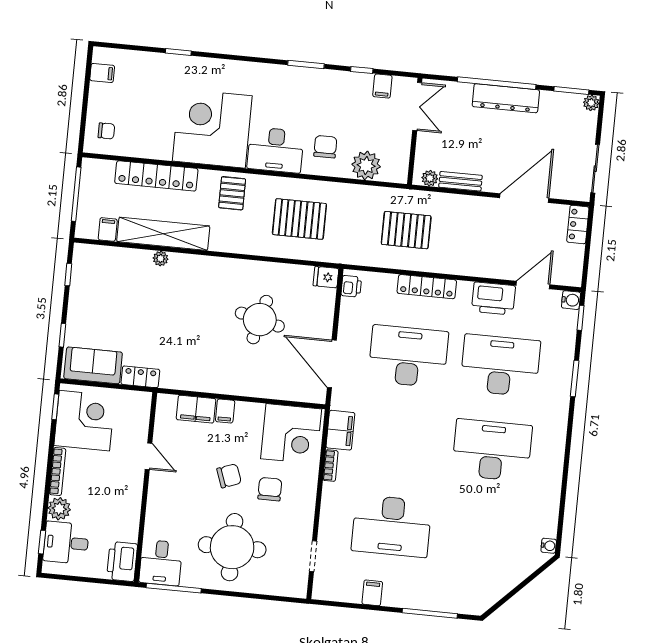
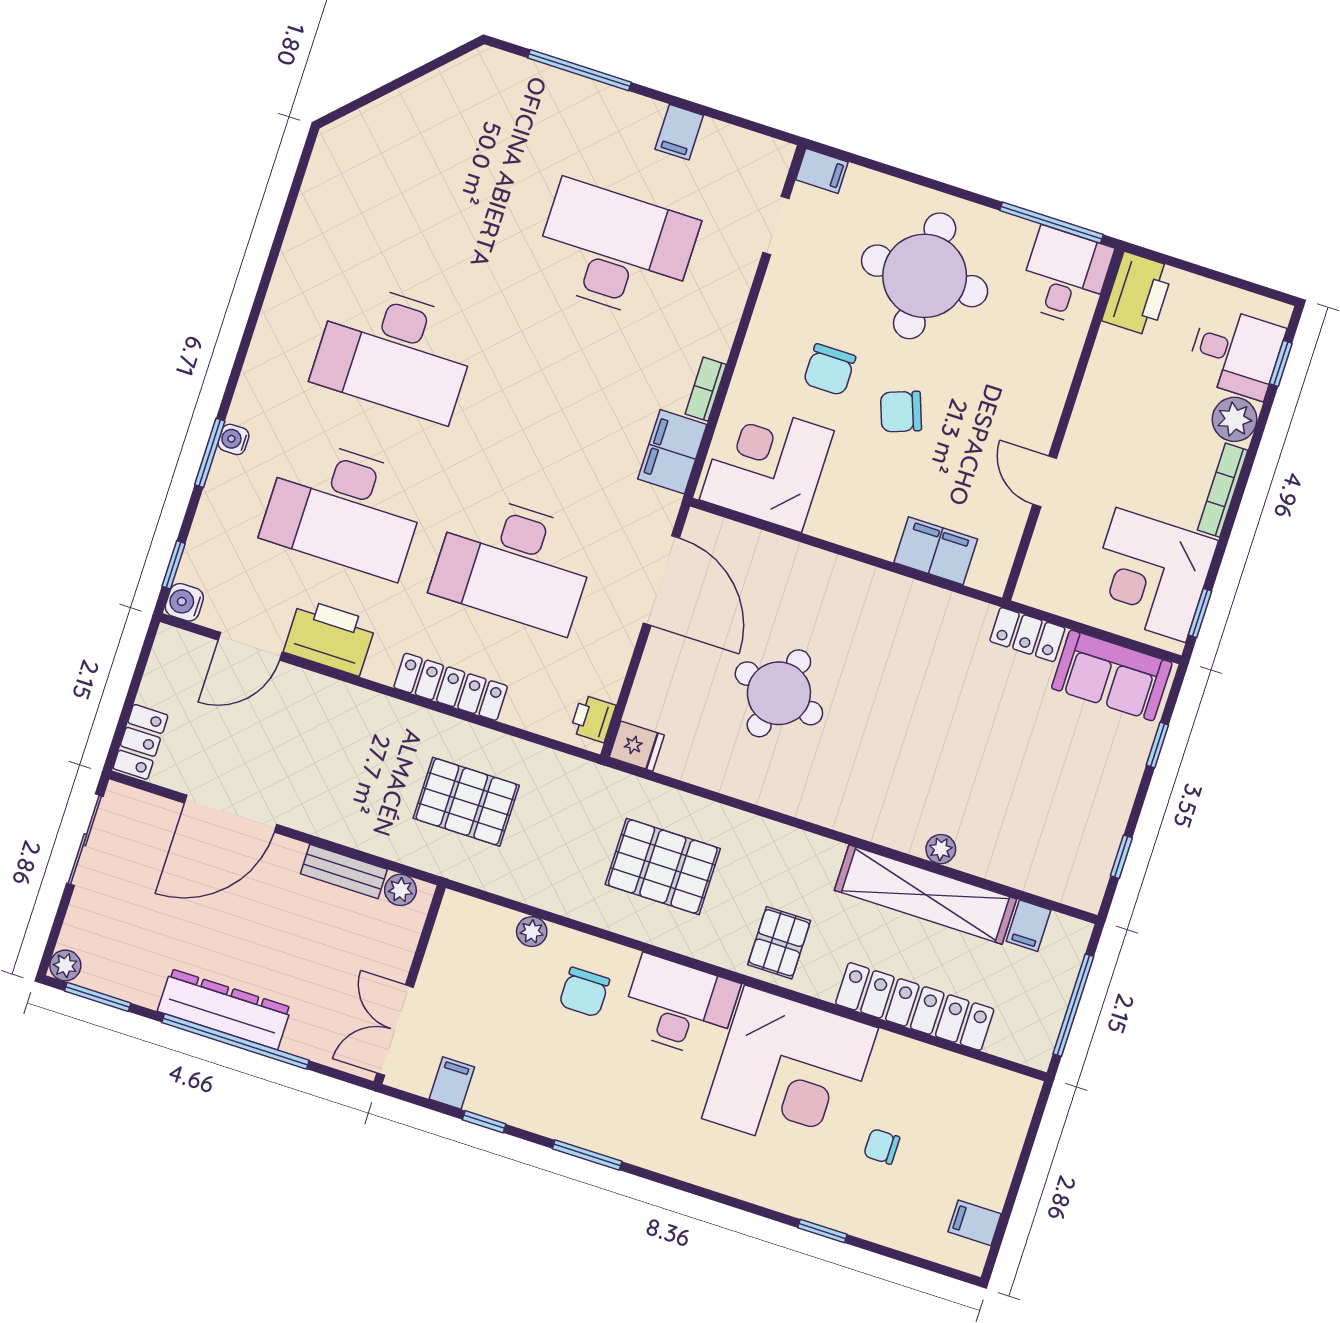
chair: (106, 131) -> (882, 1146), moved
plant: (366, 165) -> (532, 932), width x0.53, depth x0.53
filing cabinet: (225, 411) -> (822, 171), moved, turned 90
water cooler: (549, 546) -> (234, 439), moved

